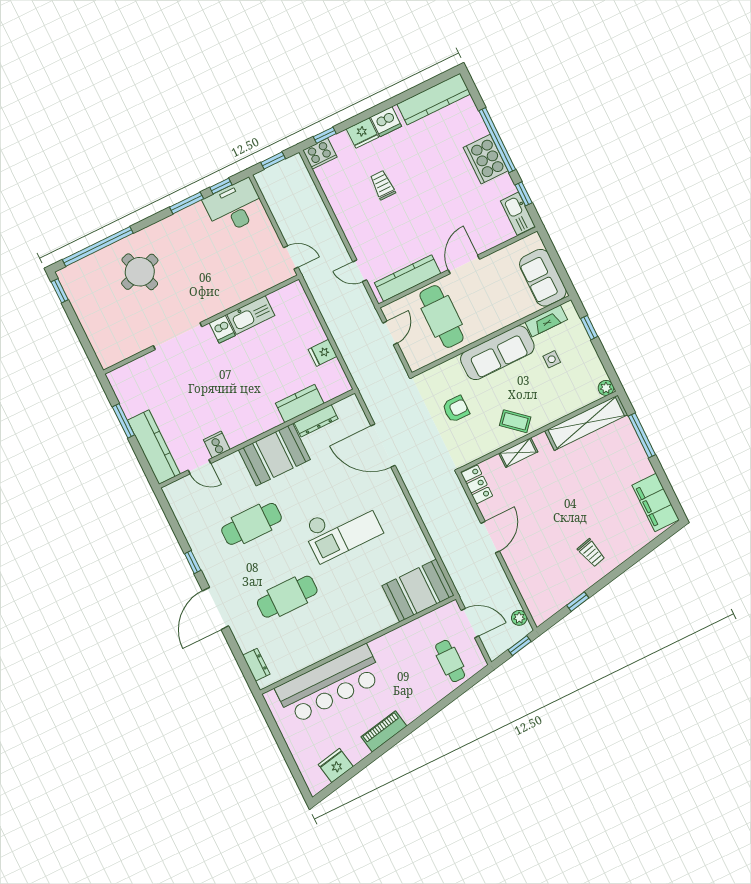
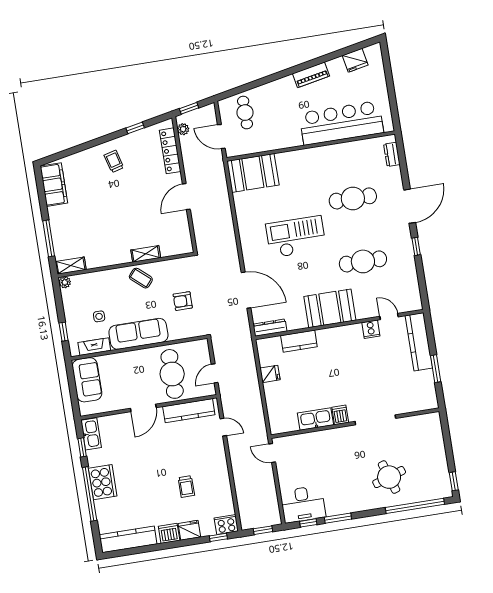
dresser: (316, 421) -> (270, 328), moved
shelving: (586, 423) -> (71, 266), width x0.45, depth x0.75
locker: (477, 484) -> (170, 151), moved, width x1.53

